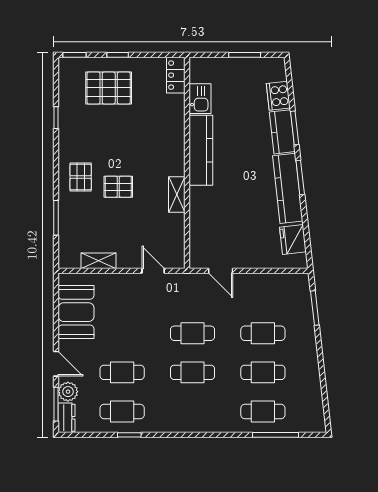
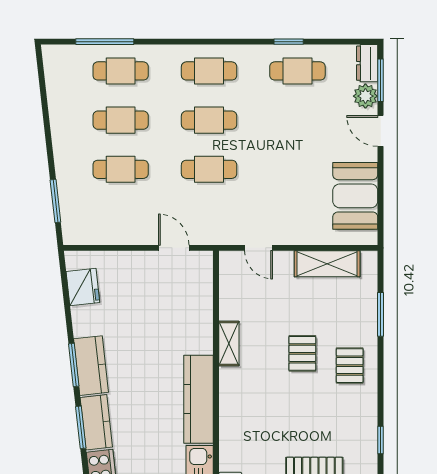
pallet: (118, 187) -> (302, 353), turned 90
kitchen counter: (288, 188) -> (91, 366), width x0.67
shelving: (99, 261) -> (327, 264), width x1.50, depth x1.33
cafe table: (122, 372) -> (209, 71), moved

